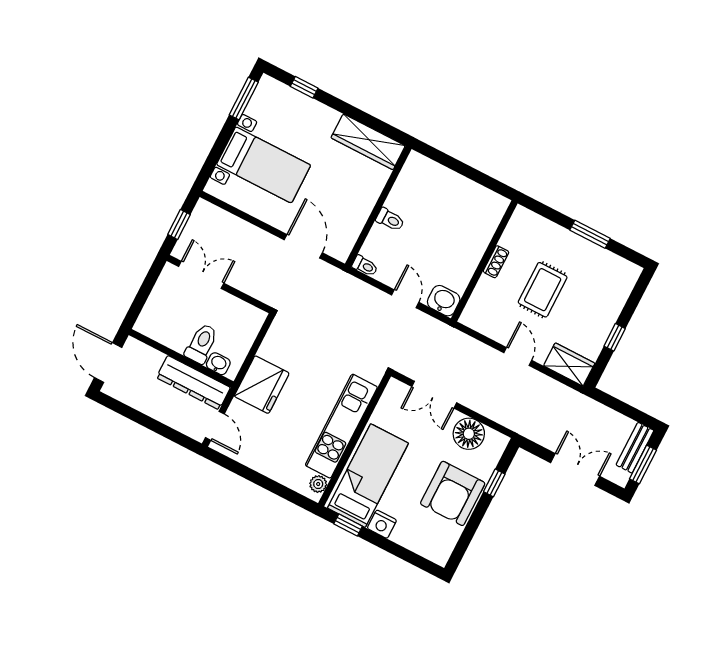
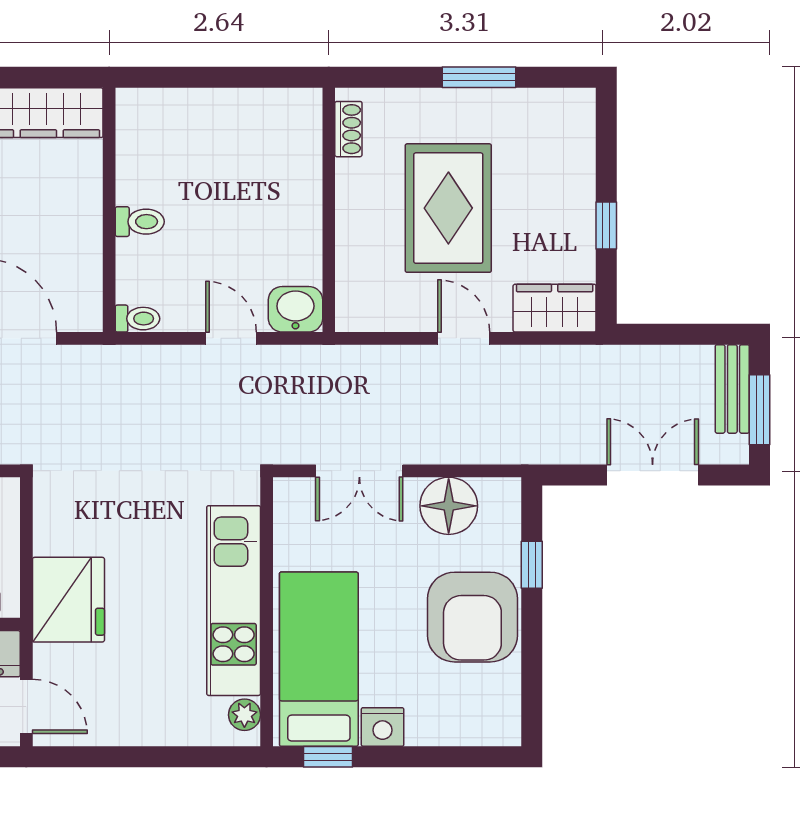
shoe rack: (496, 262) -> (348, 129), moved
rug: (543, 290) -> (448, 208), width x1.36, depth x1.43

